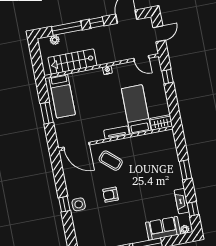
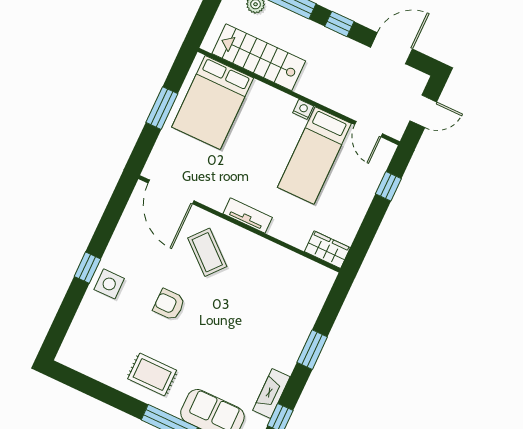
bed: (62, 96) -> (213, 102), width x1.50
bed: (136, 110) -> (314, 155), moved, turned 180
rug: (125, 230) -> (152, 375), added

